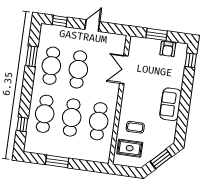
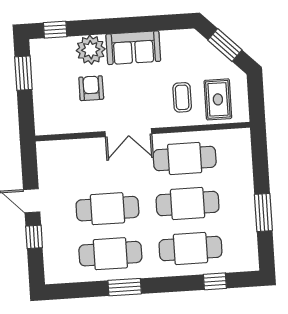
window: (60, 21) -> (34, 237), moved
window: (157, 34) -> (23, 73), moved
armchair: (168, 49) -> (91, 88), moved, turned -90
window: (32, 56) -> (125, 287), moved
double door: (124, 70) -> (128, 133), moved
plant: (175, 79) -> (91, 50), added

